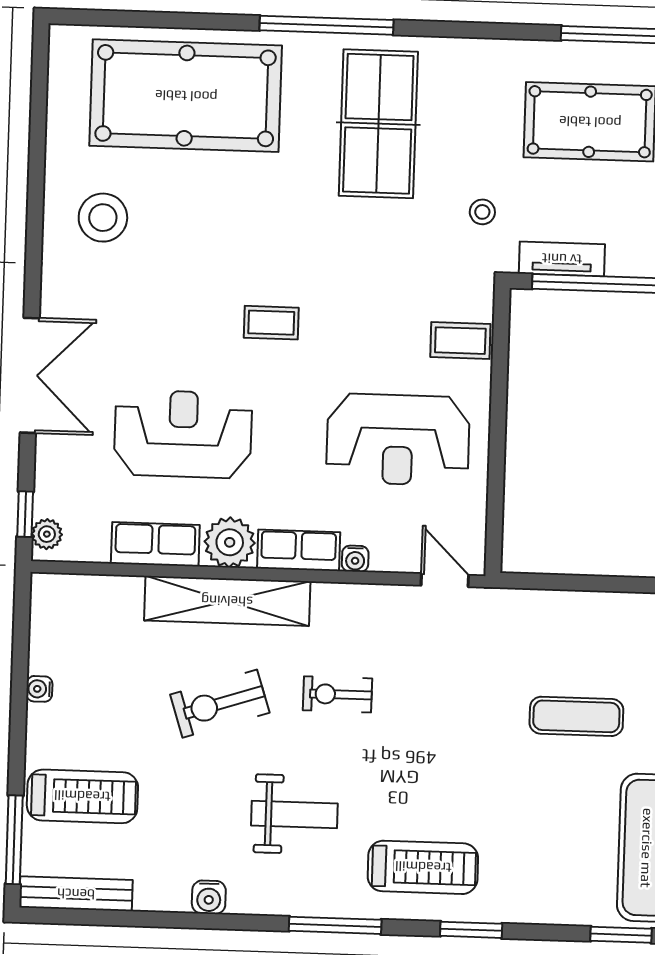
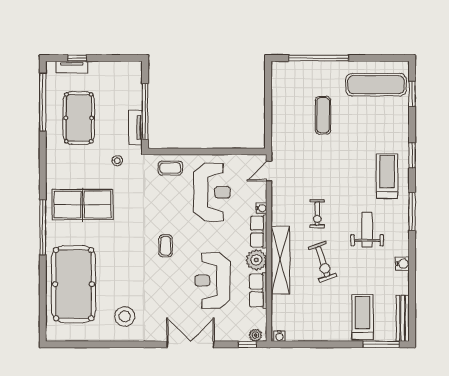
coffee table: (460, 341) -> (170, 168), turned 90
water cooler: (39, 689) -> (279, 336), moved

